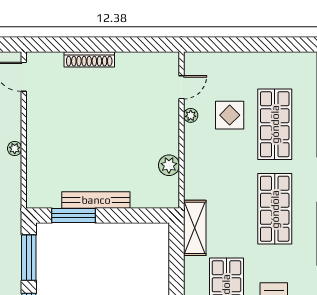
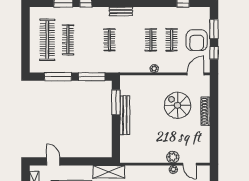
spiral stairs: (79, 108) -> (178, 105), added
plant: (169, 165) -> (173, 157), moved

